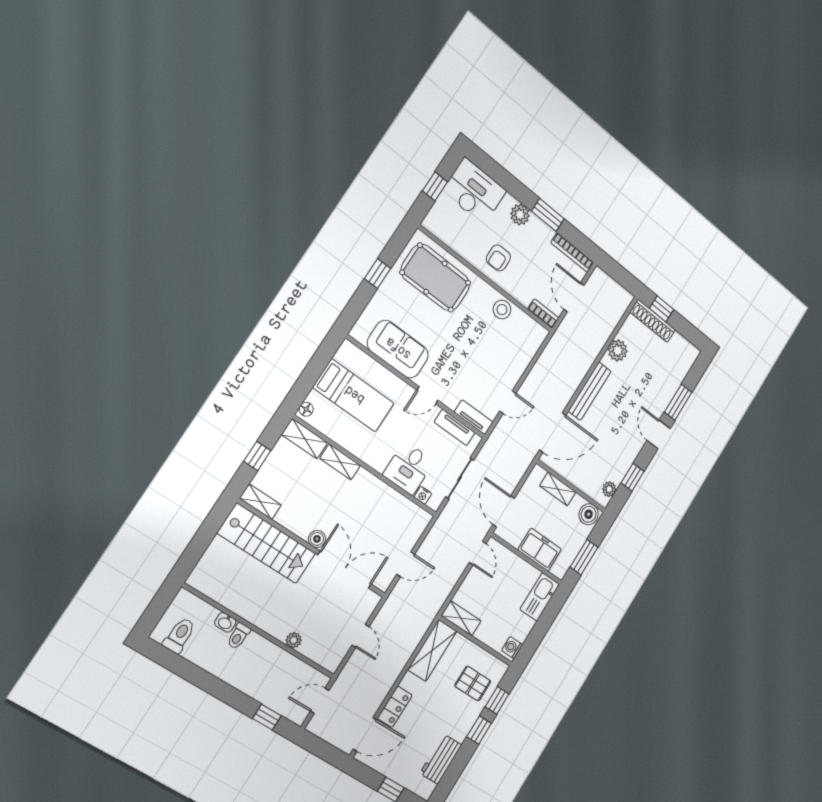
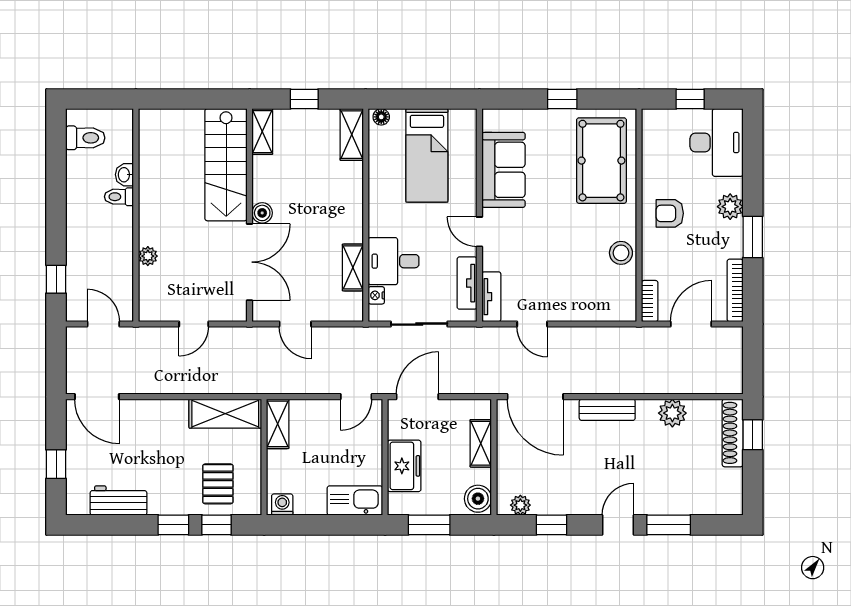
bench: (590, 391) -> (607, 410), width x0.73
shelving: (340, 462) -> (353, 267), moved
locker: (395, 707) -> (144, 411), removed

